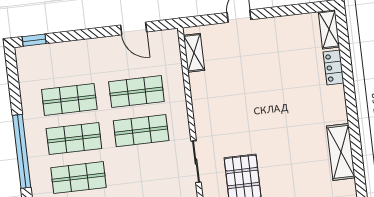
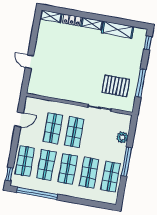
shelving: (194, 53) -> (92, 24), moved
shop shelf: (65, 60) -> (25, 161), added
window: (22, 151) -> (37, 193), moved

